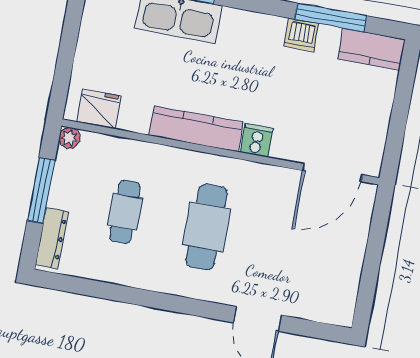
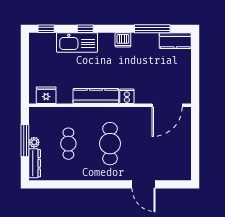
dishwasher: (301, 35) -> (123, 40), moved
plant: (70, 138) -> (34, 142), moved

